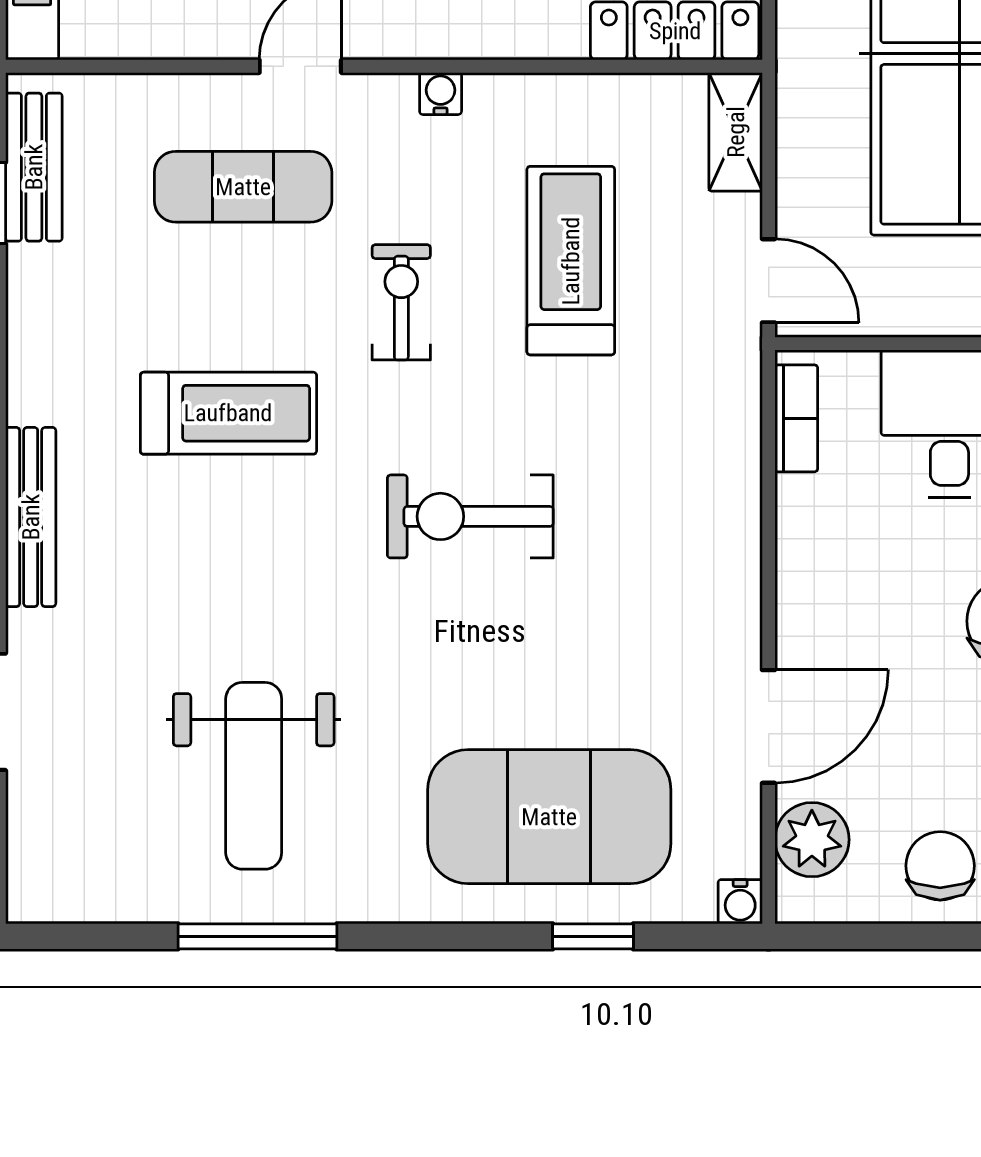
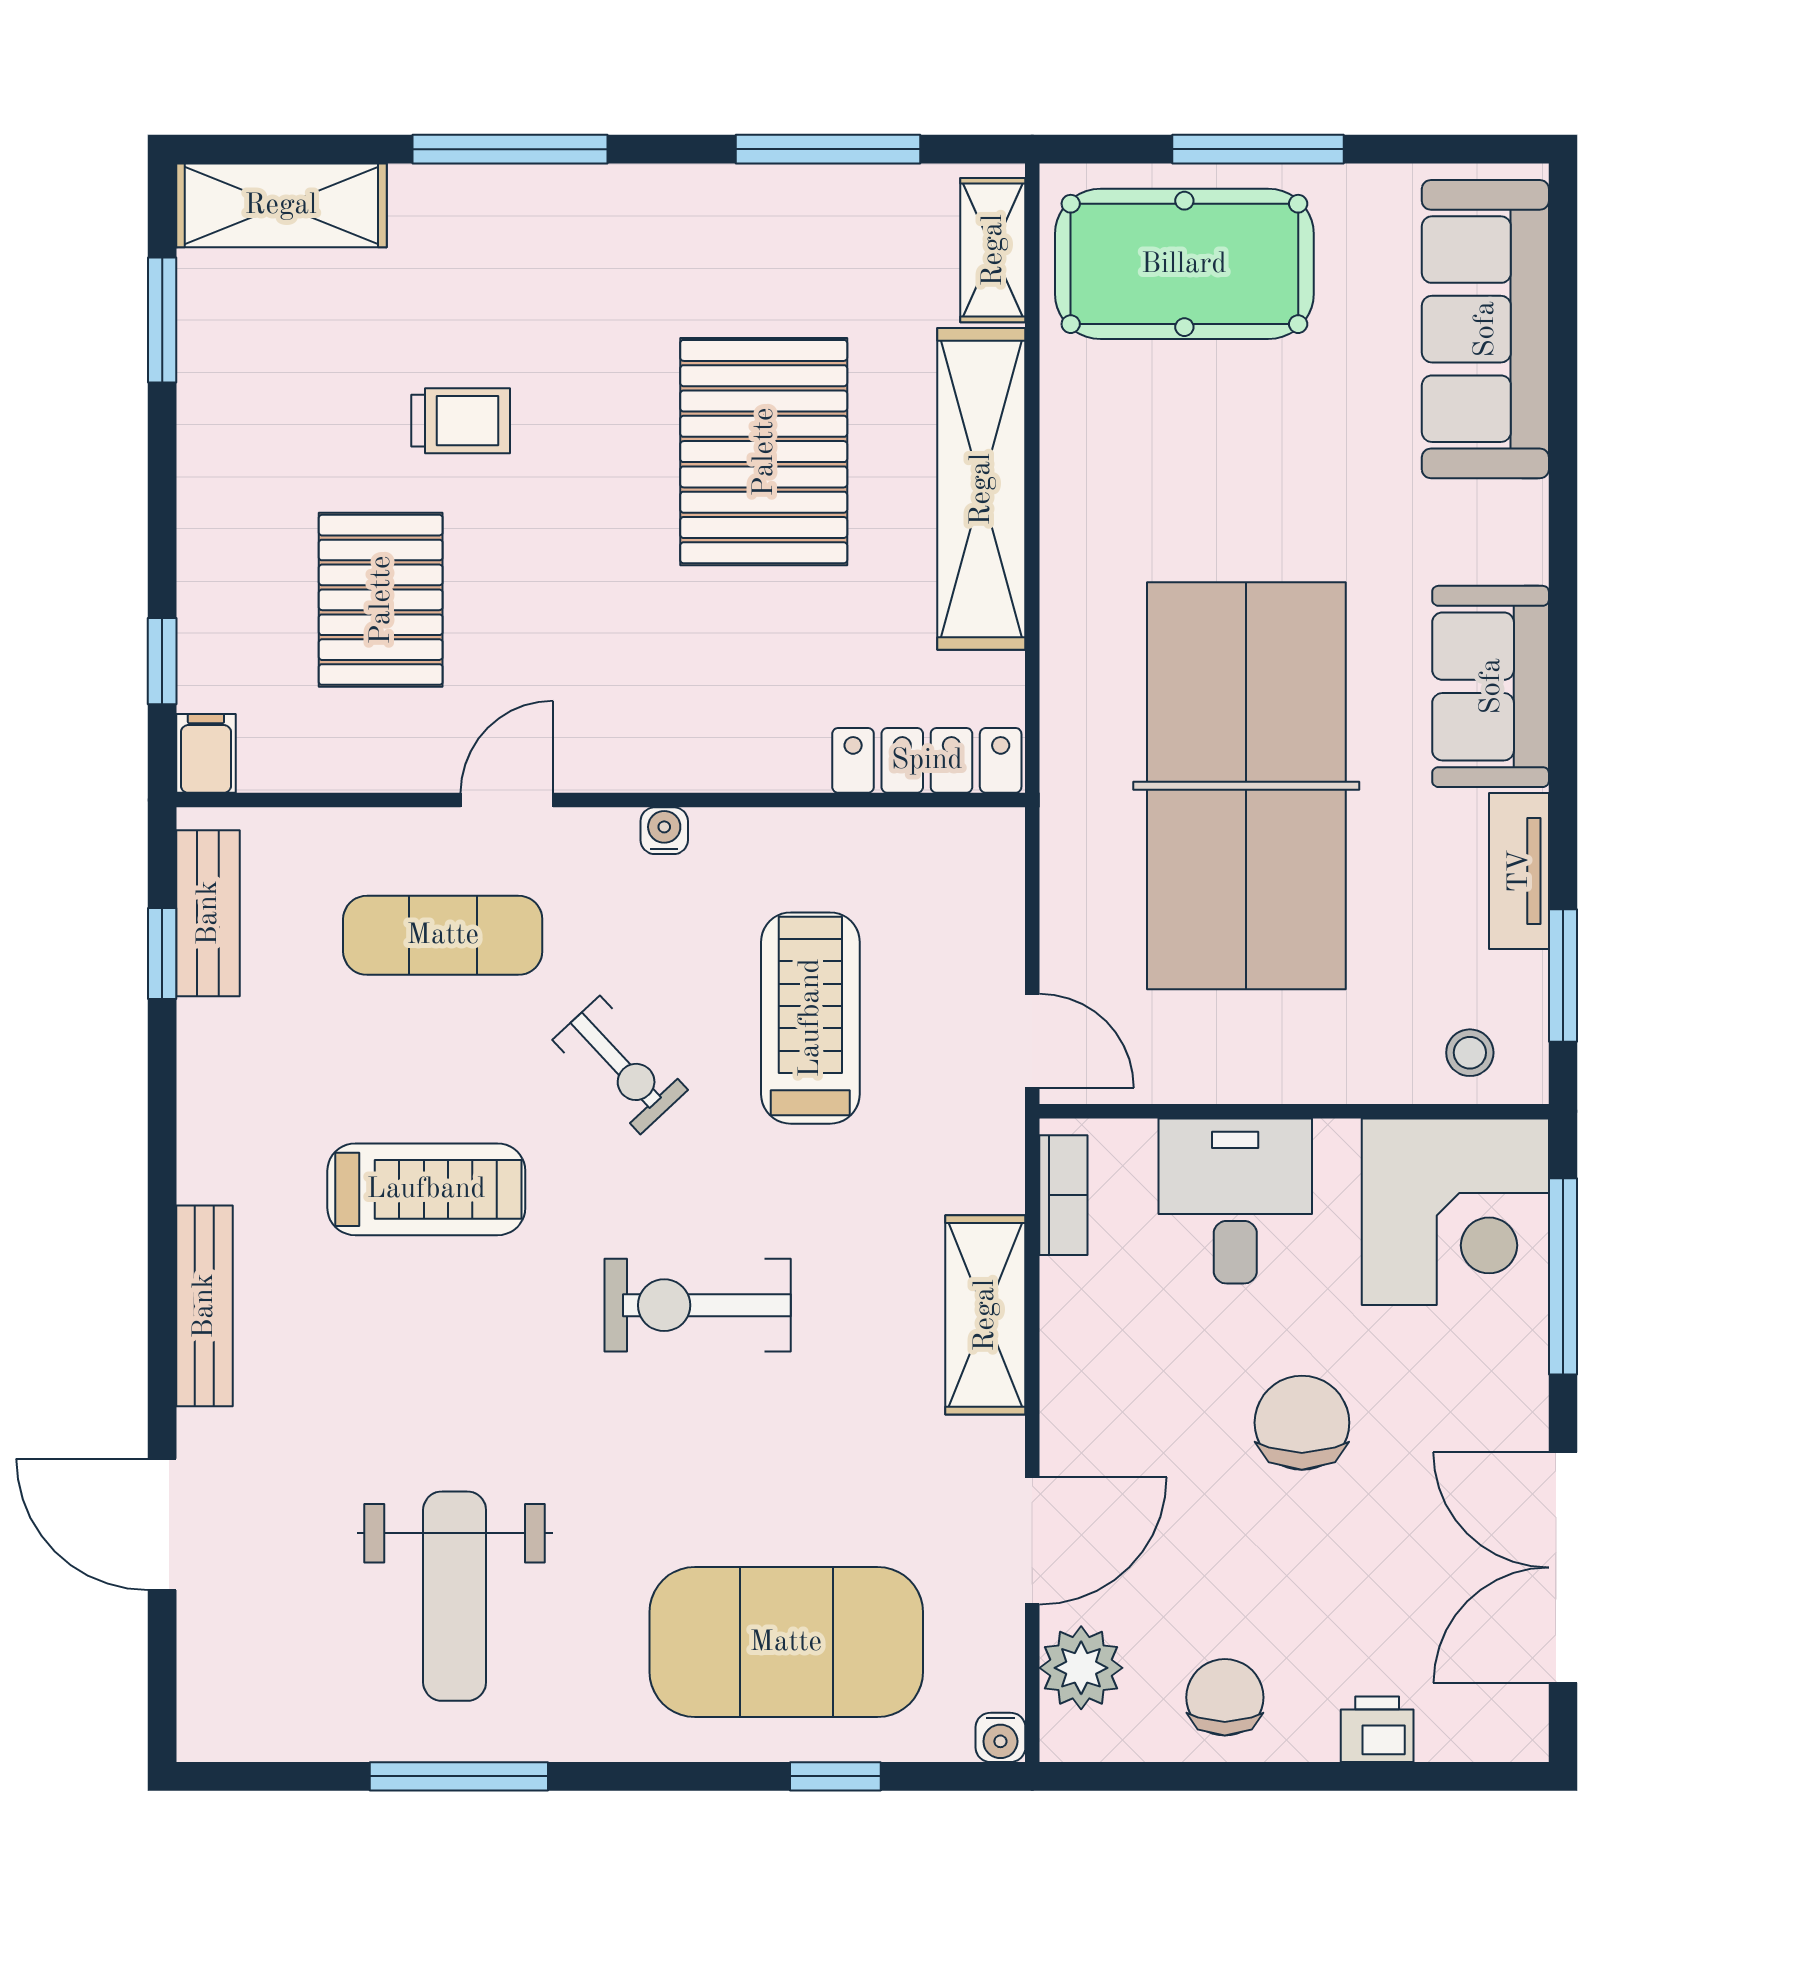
shelving: (736, 132) -> (985, 1315), moved, width x1.50, depth x1.33
exercise bike: (401, 302) -> (620, 1065), turned 137

